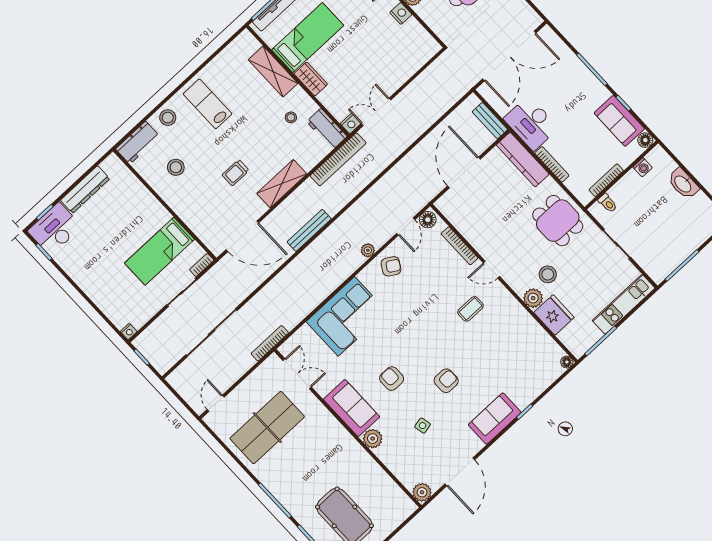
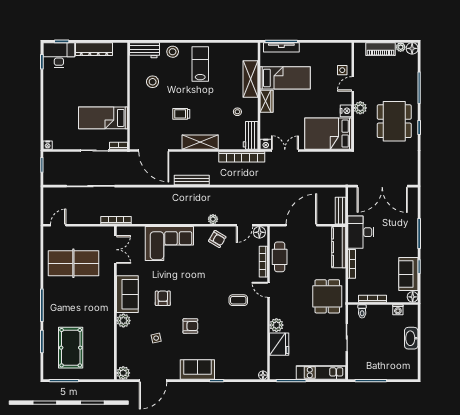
bed: (404, 54) -> (328, 134), added
cafe table: (472, 225) -> (280, 257), added
stool: (548, 274) -> (296, 320), removed

